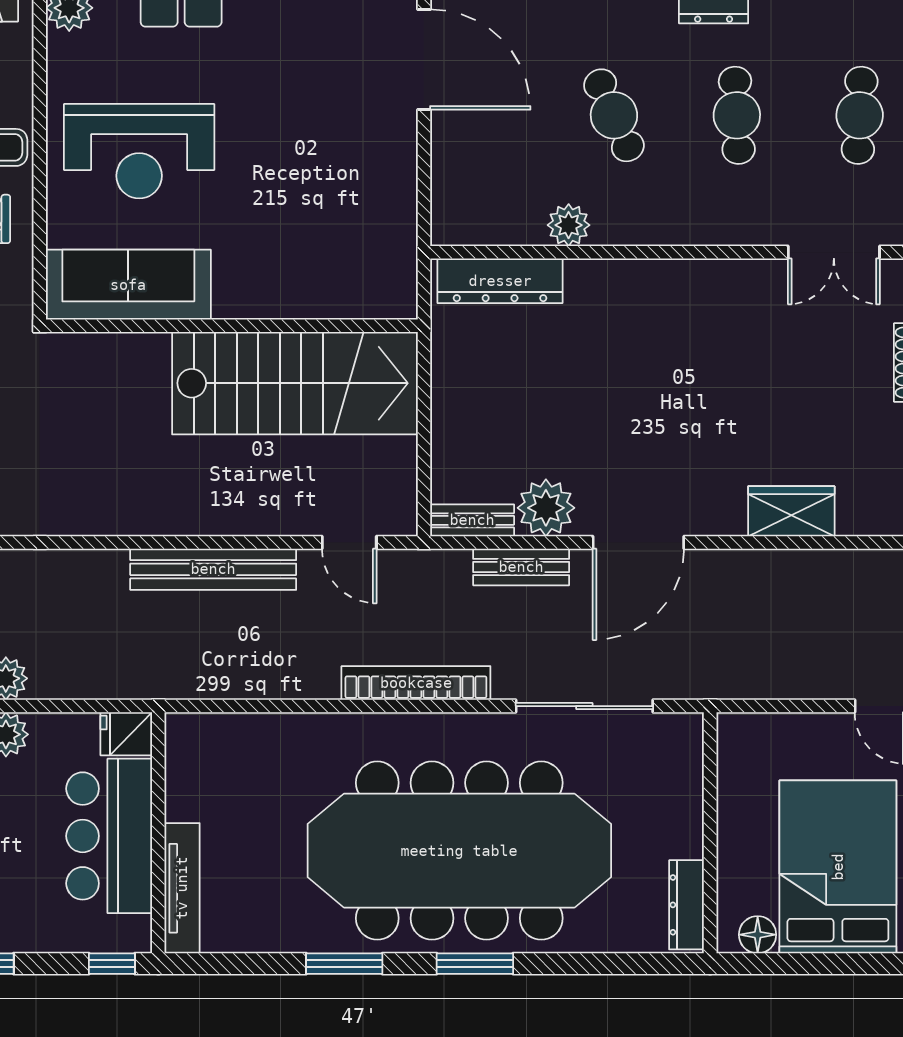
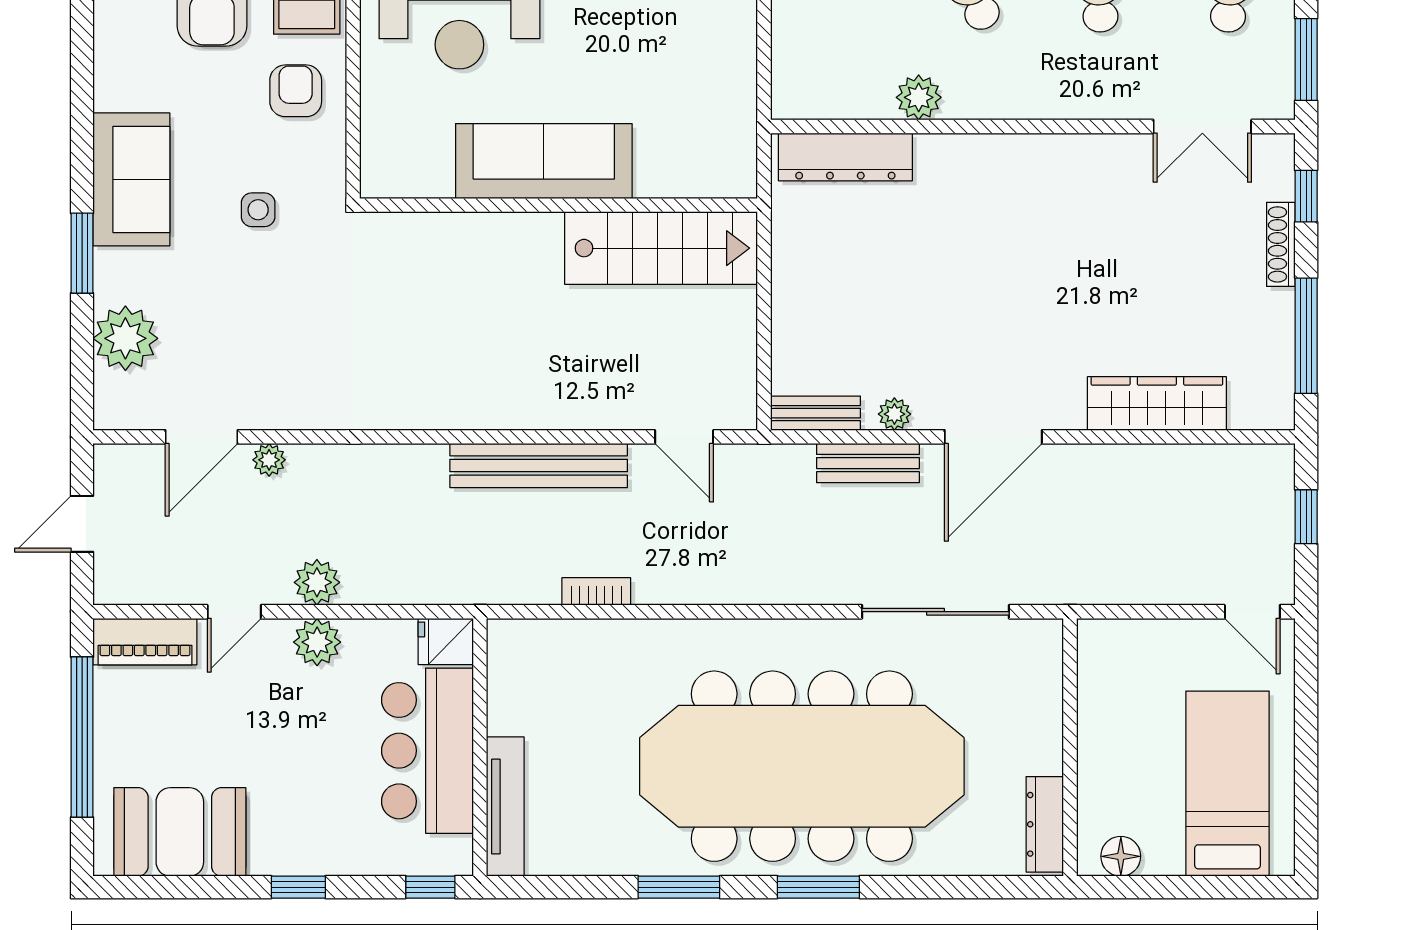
sofa: (128, 285) -> (544, 161), moved
stairs: (295, 383) -> (661, 248), width x0.73, depth x0.66
plant: (546, 508) -> (894, 414), width x0.53, depth x0.53
wardrobe: (791, 511) -> (1157, 403), width x1.50
bookcase: (416, 683) -> (596, 591), moved, width x0.43, depth x0.76
bed: (838, 867) -> (1228, 784), width x0.67

